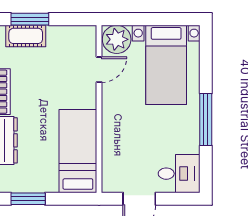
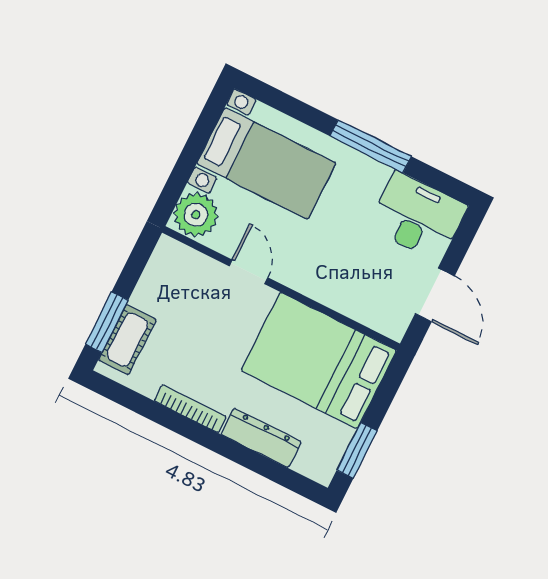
door: (99, 70) -> (248, 272), moved
bed: (78, 151) -> (319, 360), width x1.50
desk: (179, 174) -> (418, 216), width x1.37

